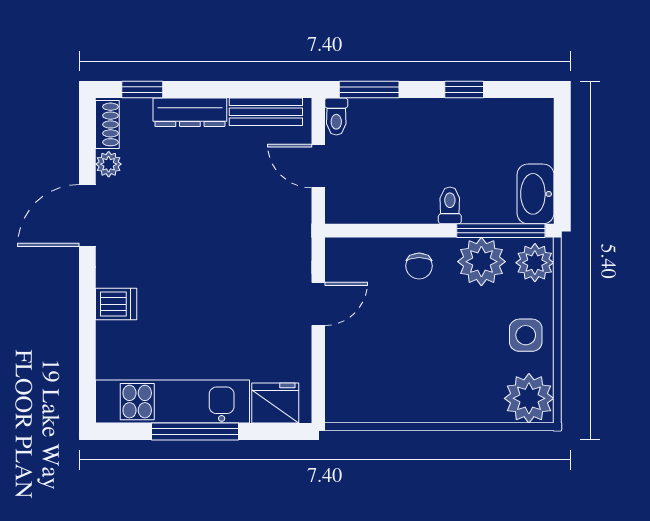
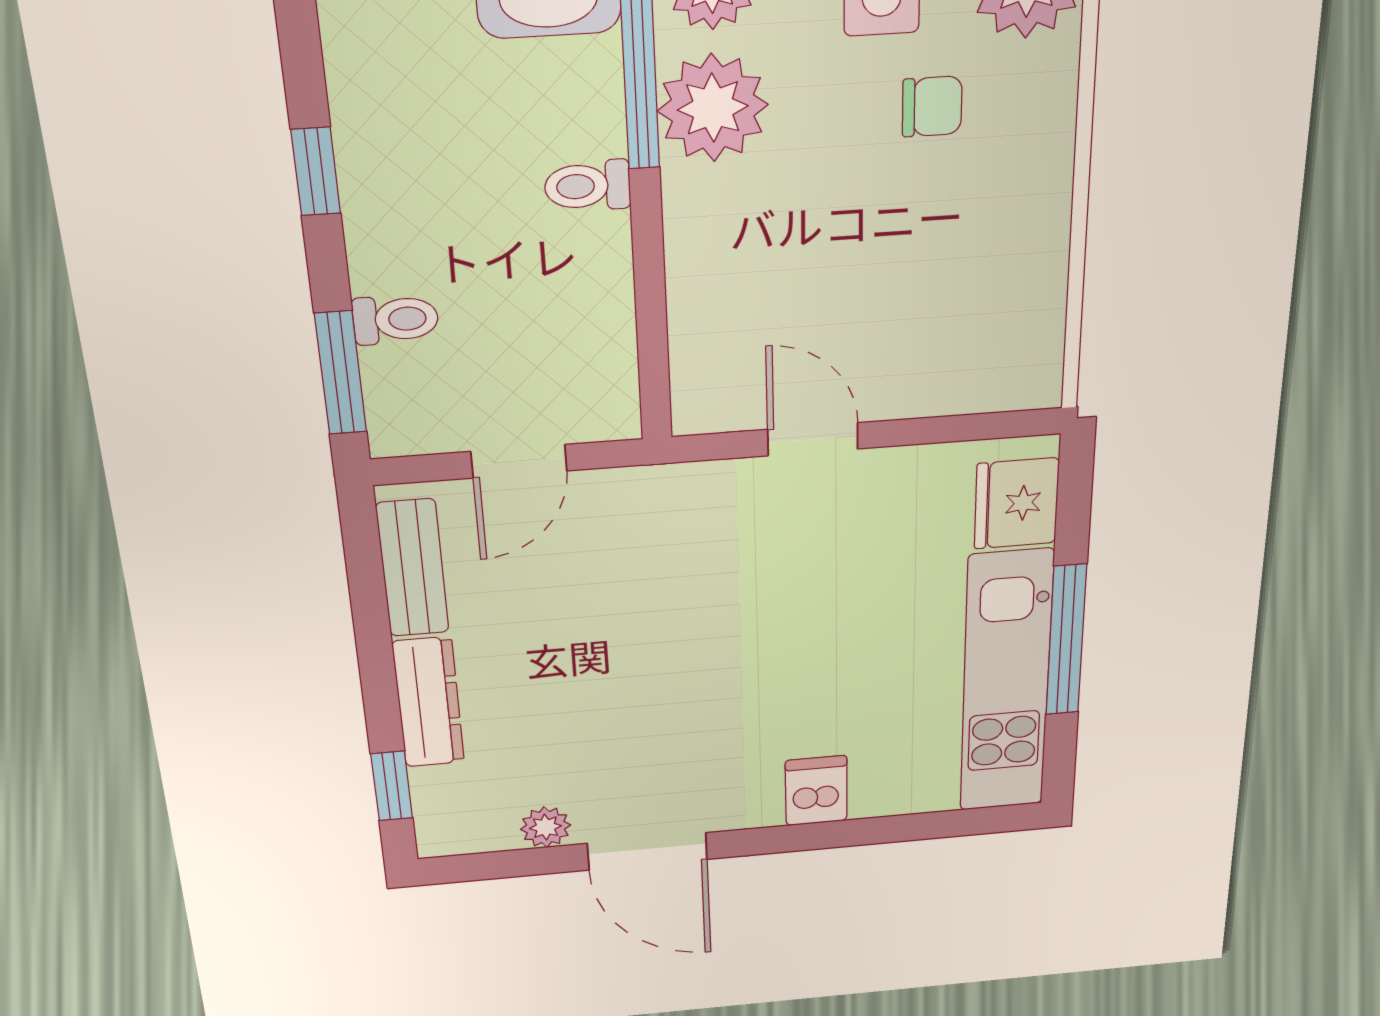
toilet: (336, 116) -> (396, 319), moved
shoe rack: (107, 124) -> (468, 836), removed
chair: (419, 266) -> (932, 106), moved

